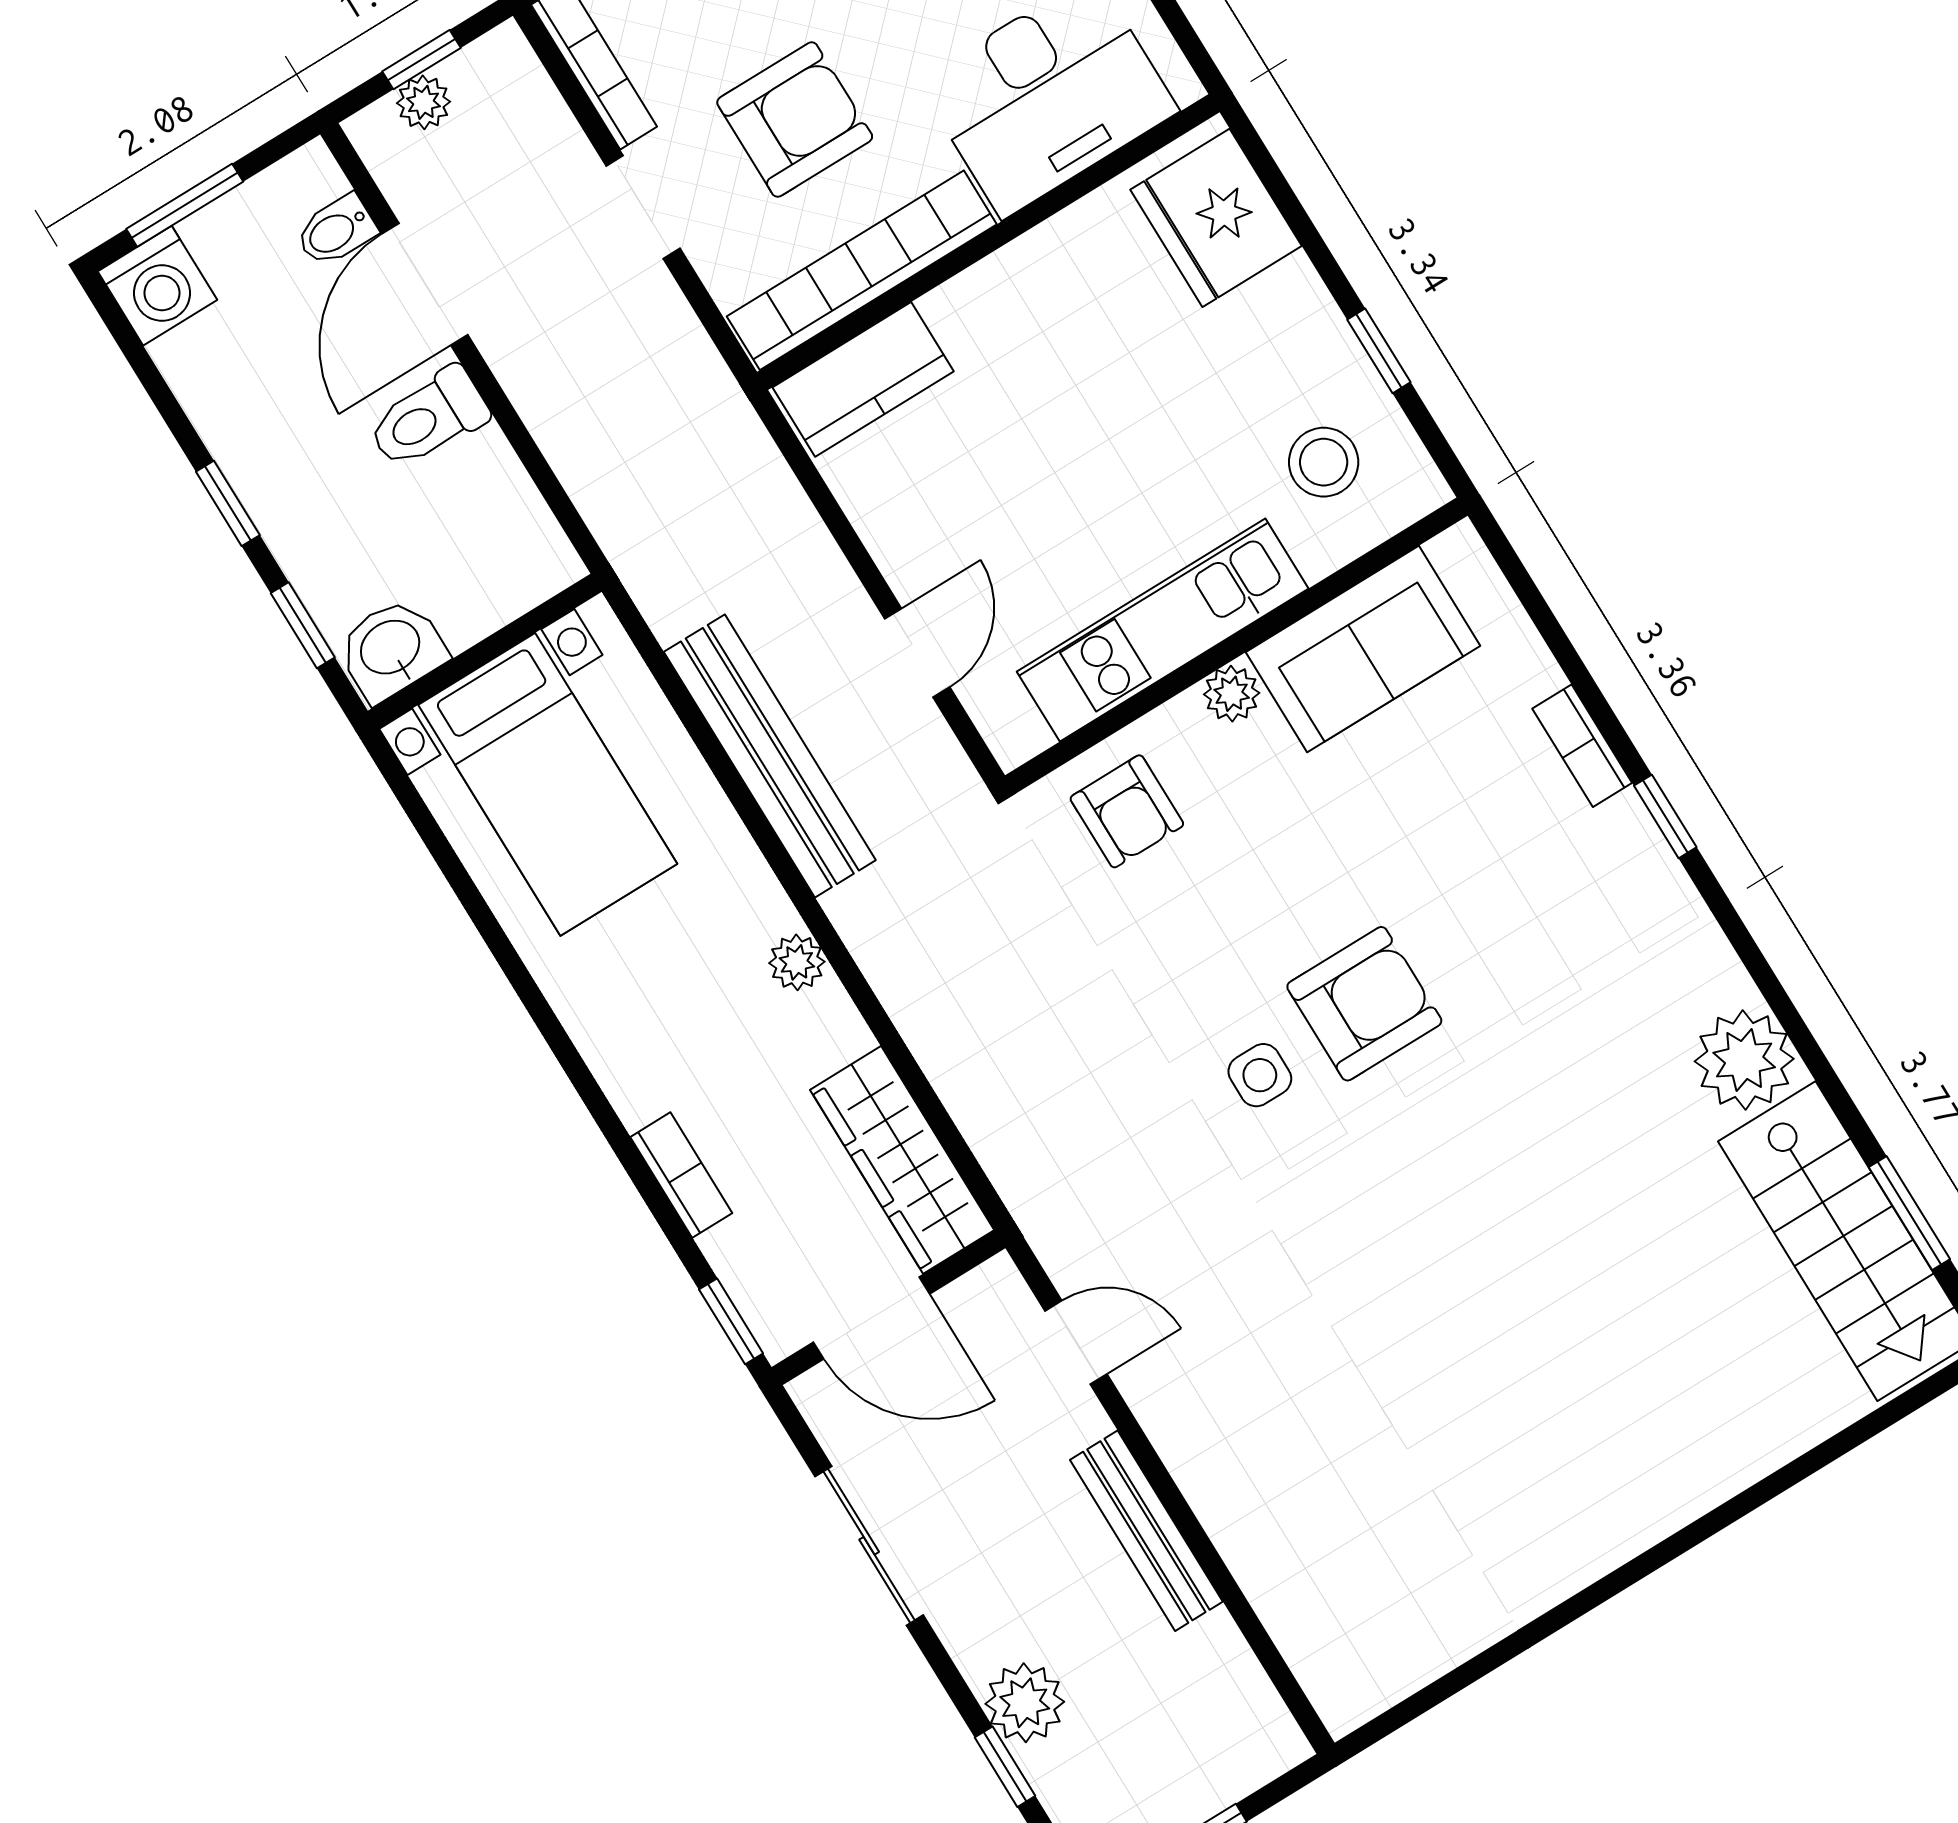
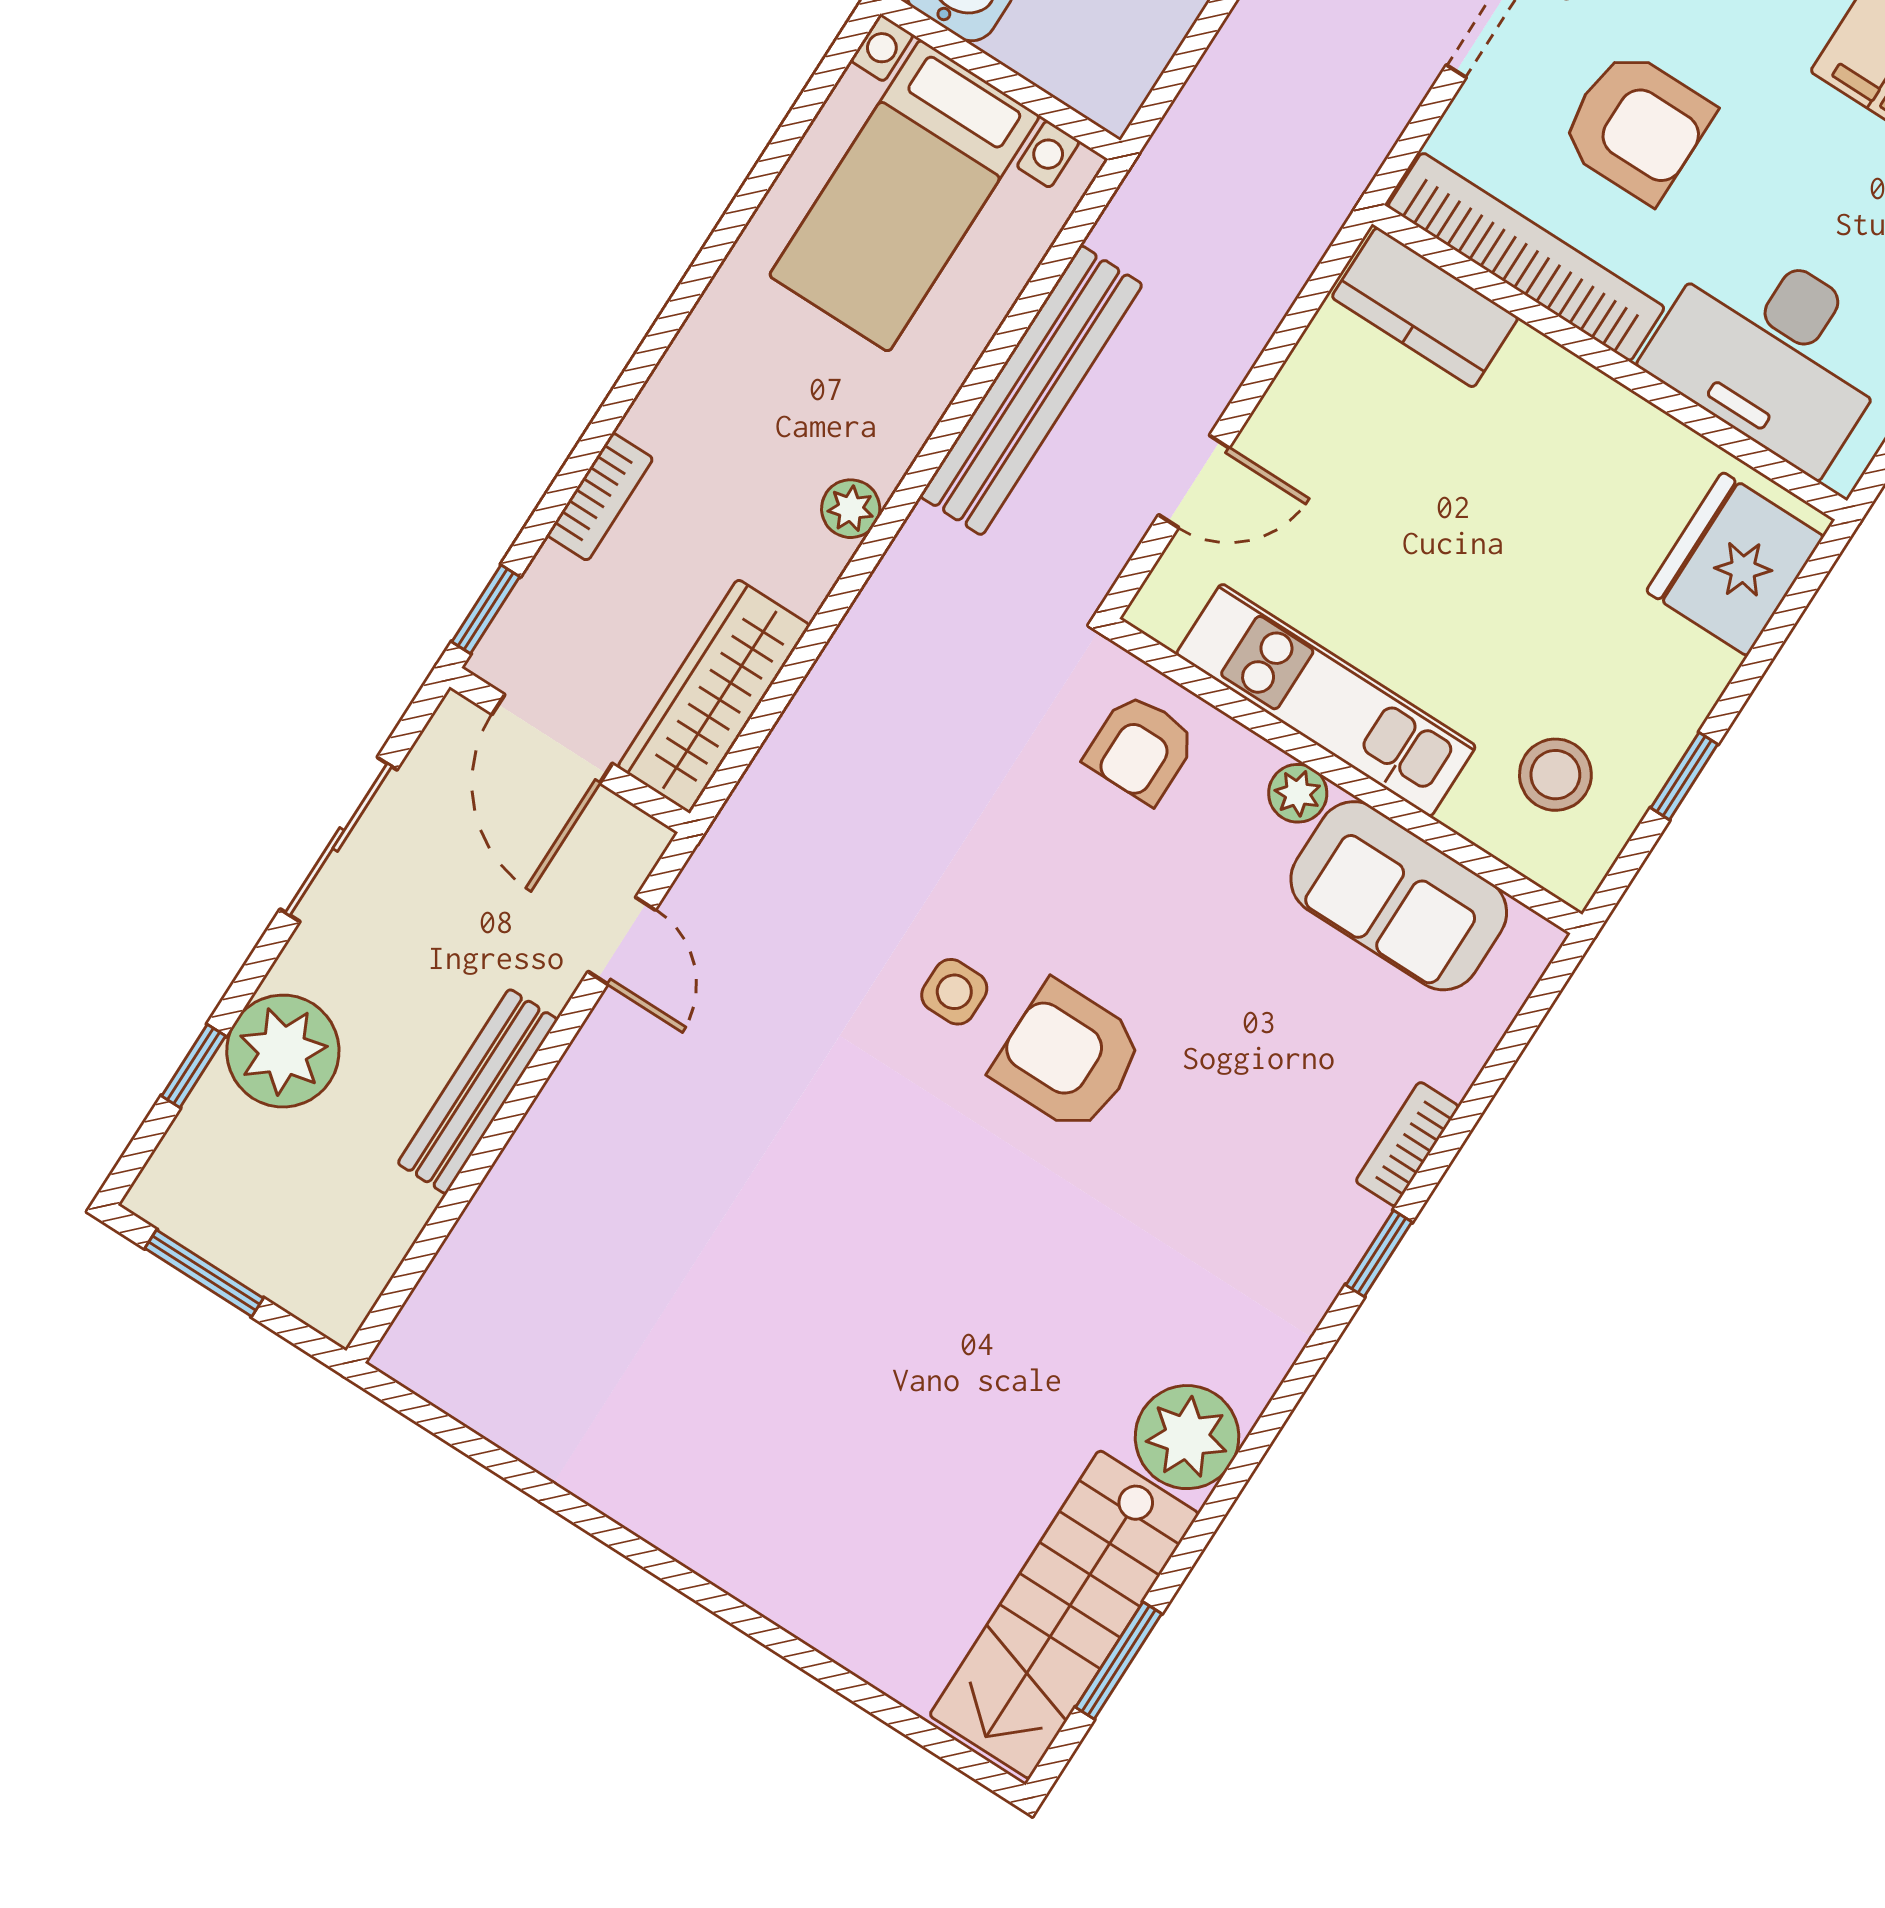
armchair: (1364, 1004) -> (1068, 1057), turned 180
plant: (1025, 1703) -> (283, 1051), width x1.36, depth x1.36

